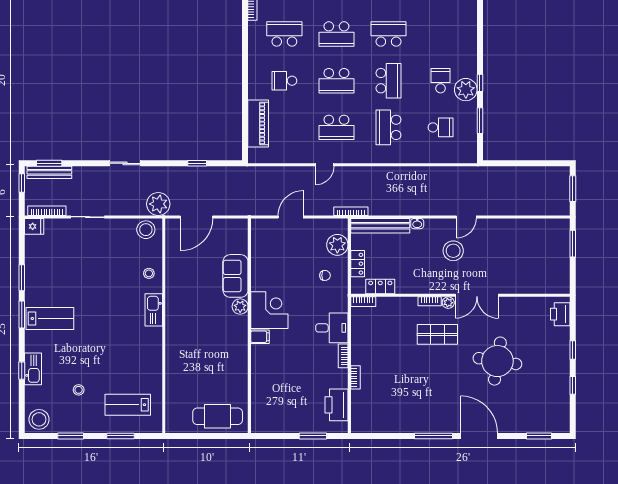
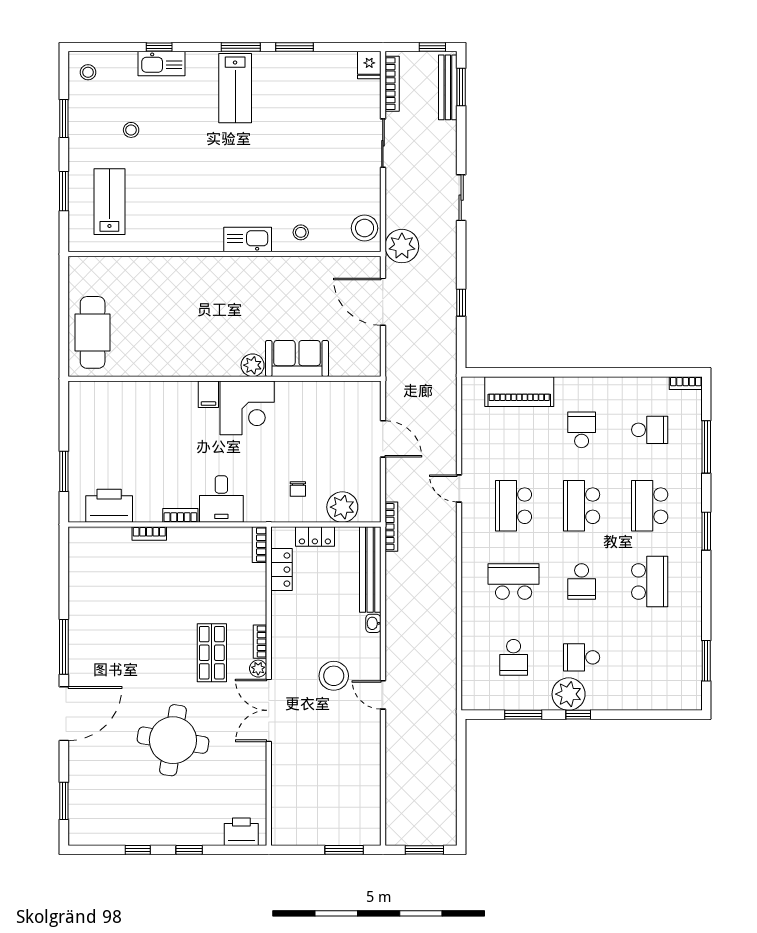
school desk: (284, 34) -> (650, 430), width x0.54
school desk: (388, 81) -> (582, 581), width x0.54
school desk: (441, 81) -> (582, 657), turned 180
stool: (39, 419) -> (88, 72), width x0.53, depth x0.53

